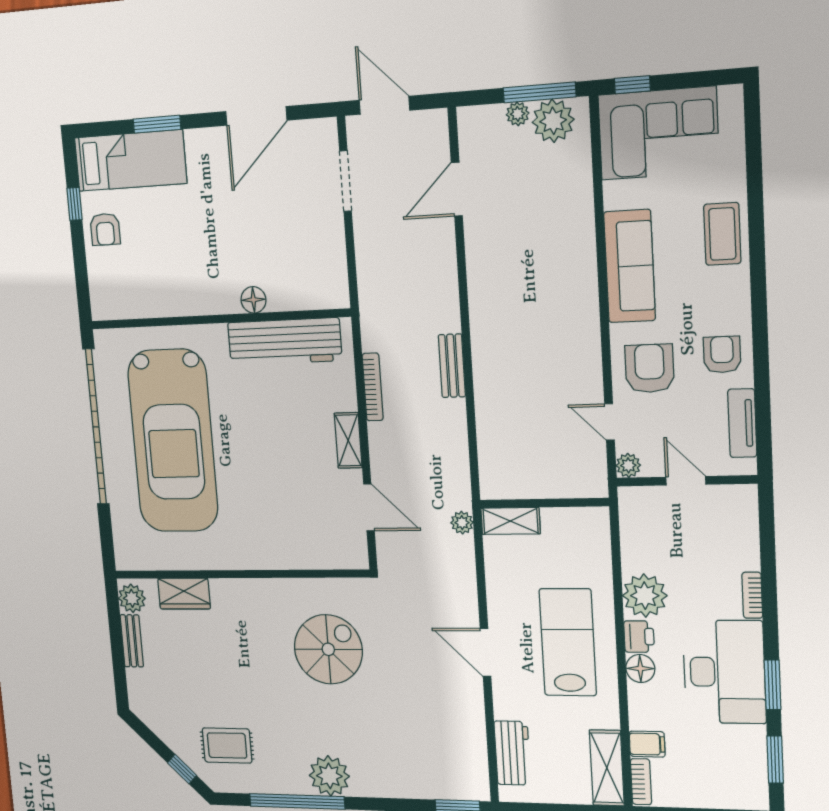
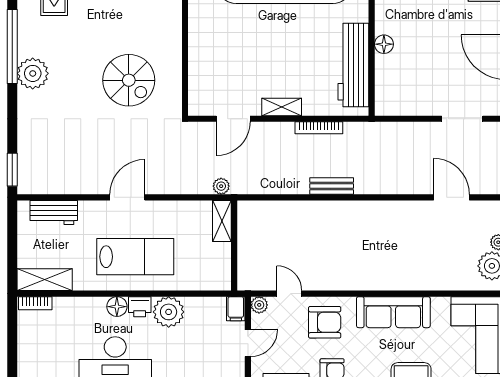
door: (610, 422) -> (289, 294), hinge flipped
filing cabinet: (647, 744) -> (236, 309), moved

